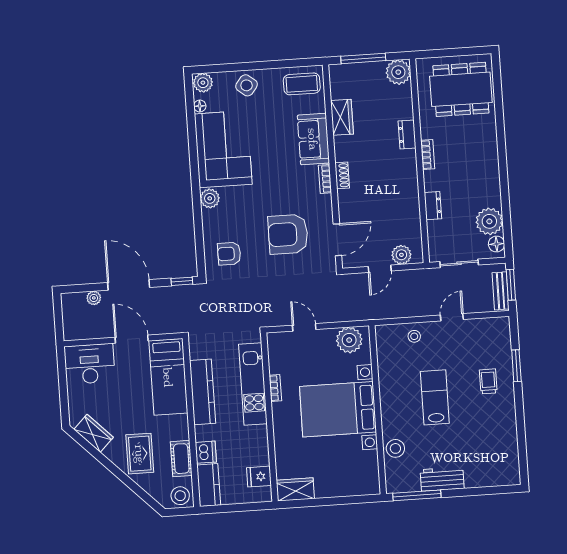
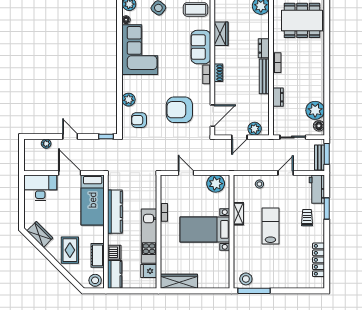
bench: (411, 176) -> (264, 76), added
plant: (210, 198) -> (129, 100), moved
door: (129, 285) -> (70, 136), width x0.53
shelving: (386, 382) -> (238, 214), added
kitchen unit: (253, 384) -> (149, 236), moved
bed with nightstands: (338, 409) -> (205, 229), width x0.73
locker: (510, 443) -> (319, 260), added
stool: (395, 448) -> (246, 279), moved
workbench: (442, 479) -> (317, 189), moved, turned -90
wardrobe: (295, 489) -> (179, 281), width x1.50

